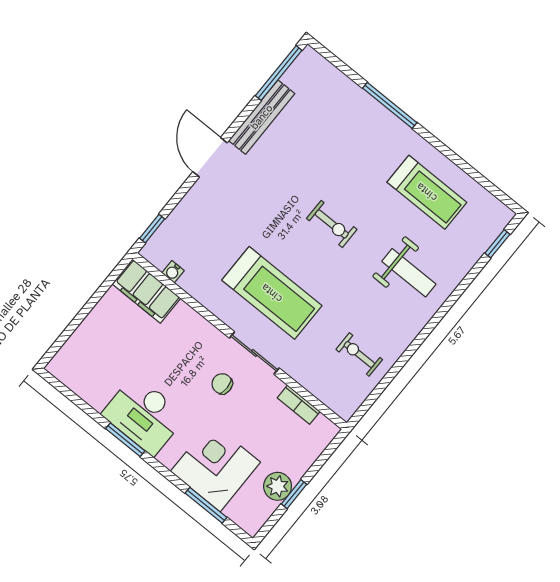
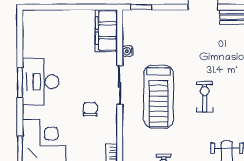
exercise bike: (332, 224) -> (205, 97), moved, turned 180
water cooler: (173, 272) -> (128, 51), moved
sliding door: (254, 353) -> (120, 85), moved

